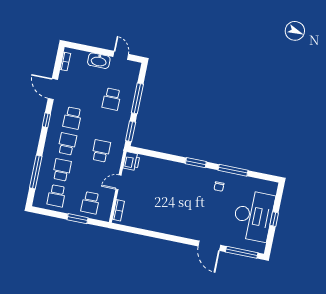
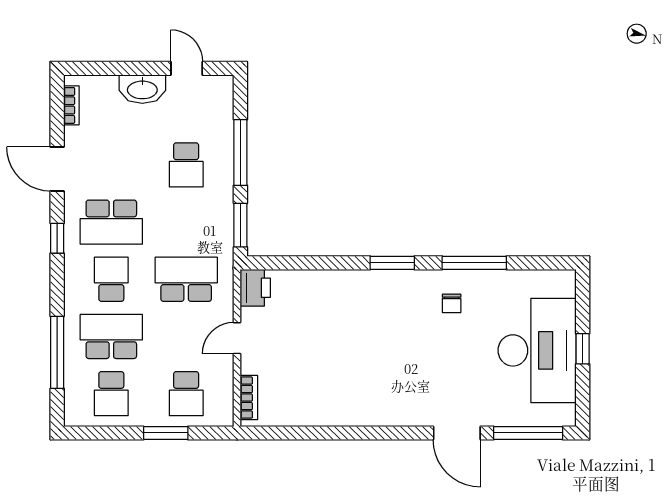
school desk: (72, 118) -> (111, 222), width x1.85
school desk: (101, 151) -> (186, 279), width x1.85
school desk: (62, 170) -> (111, 336), width x1.85

